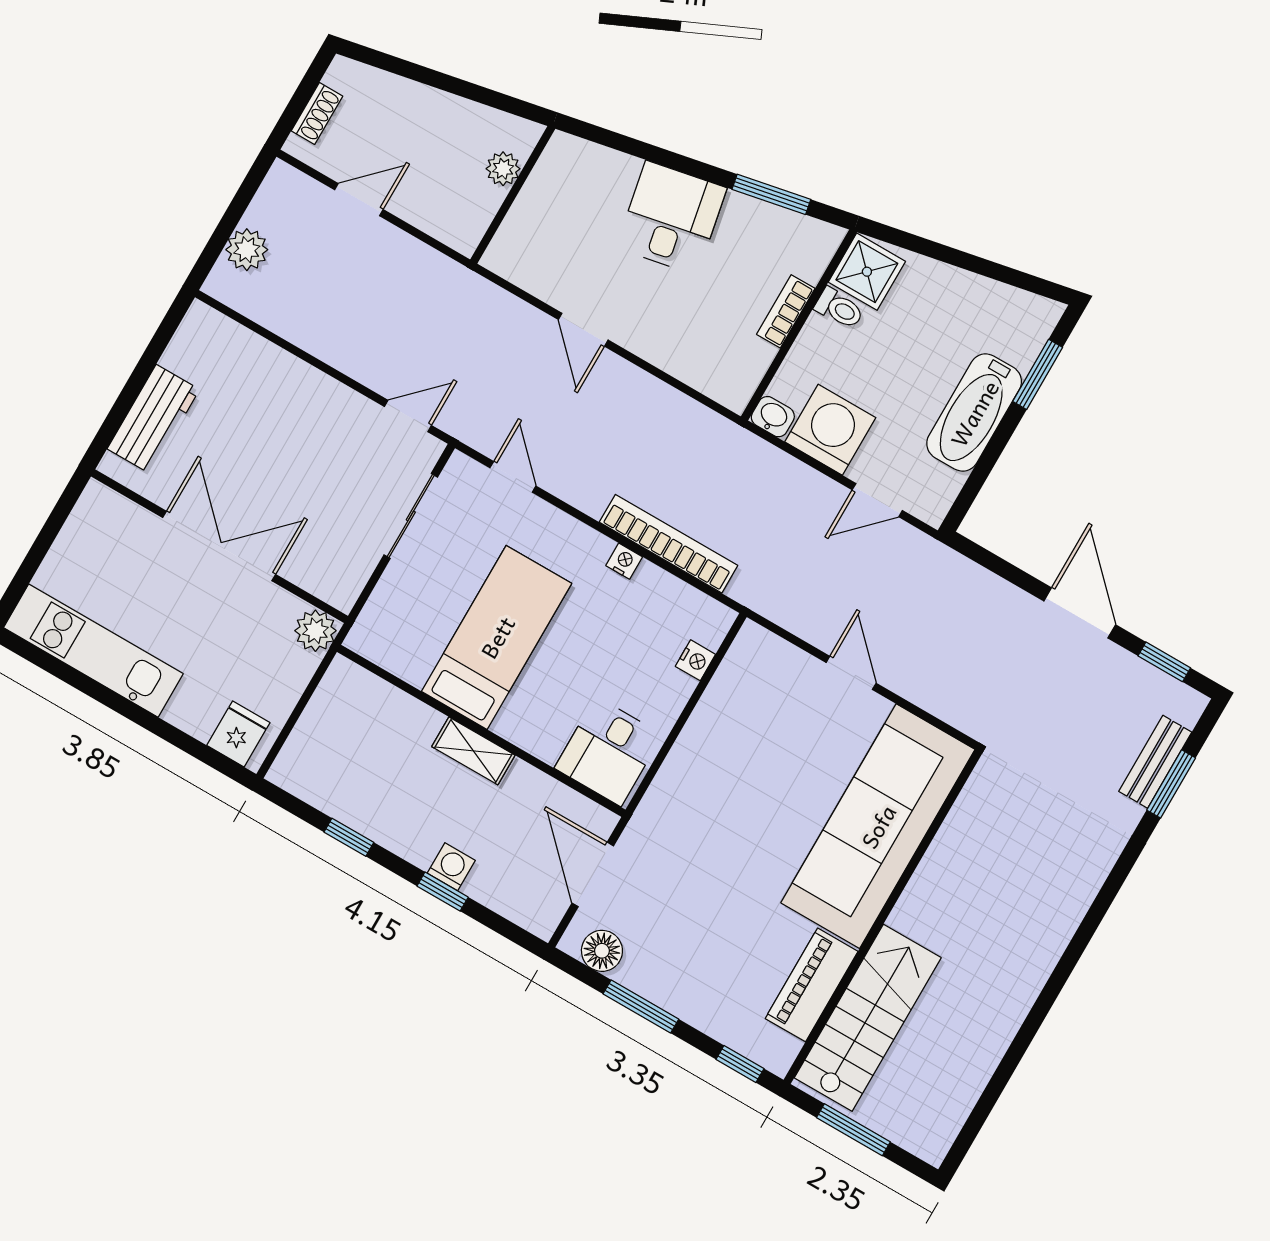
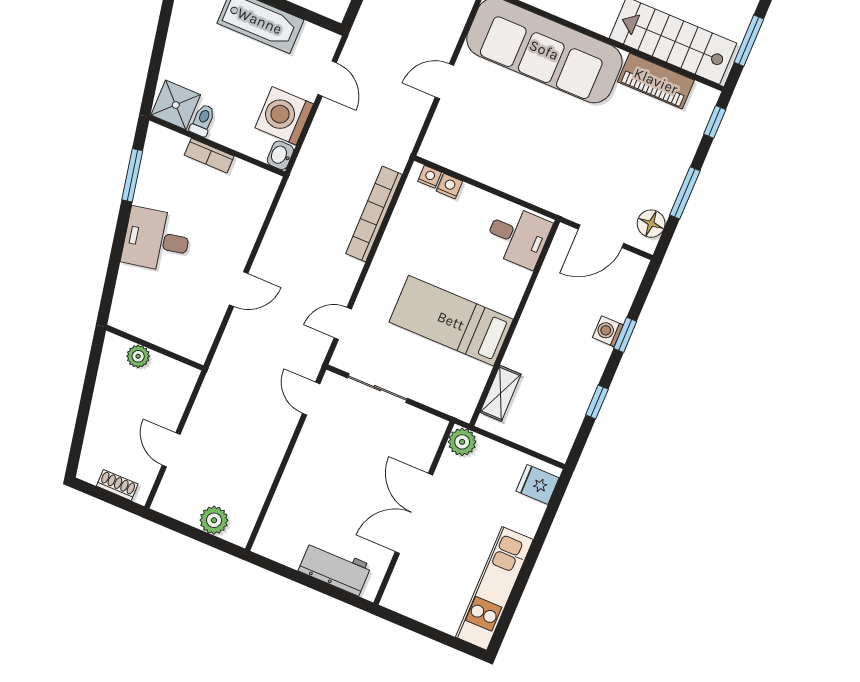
nightstand: (624, 561) -> (430, 177), moved, turned 90
shelving: (473, 751) -> (501, 393), moved

